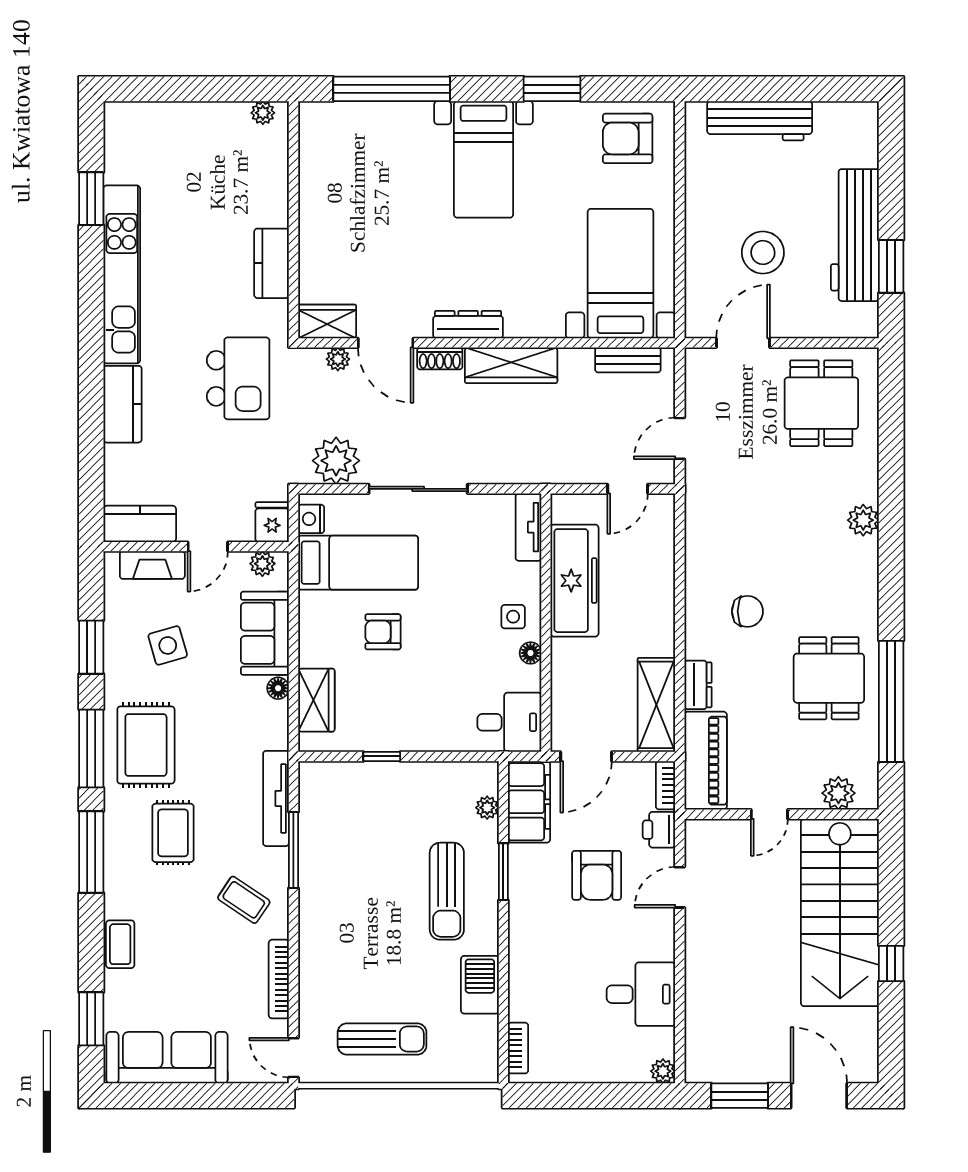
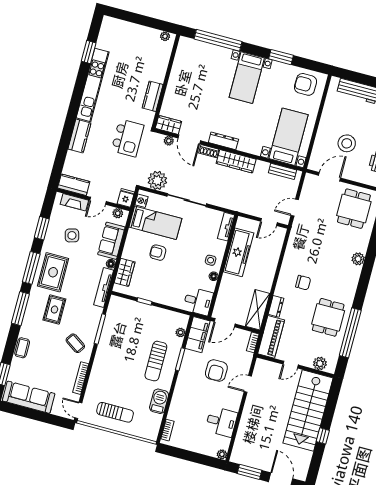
tv unit: (276, 798) -> (104, 287), moved
printer: (659, 830) -> (246, 359), removed

